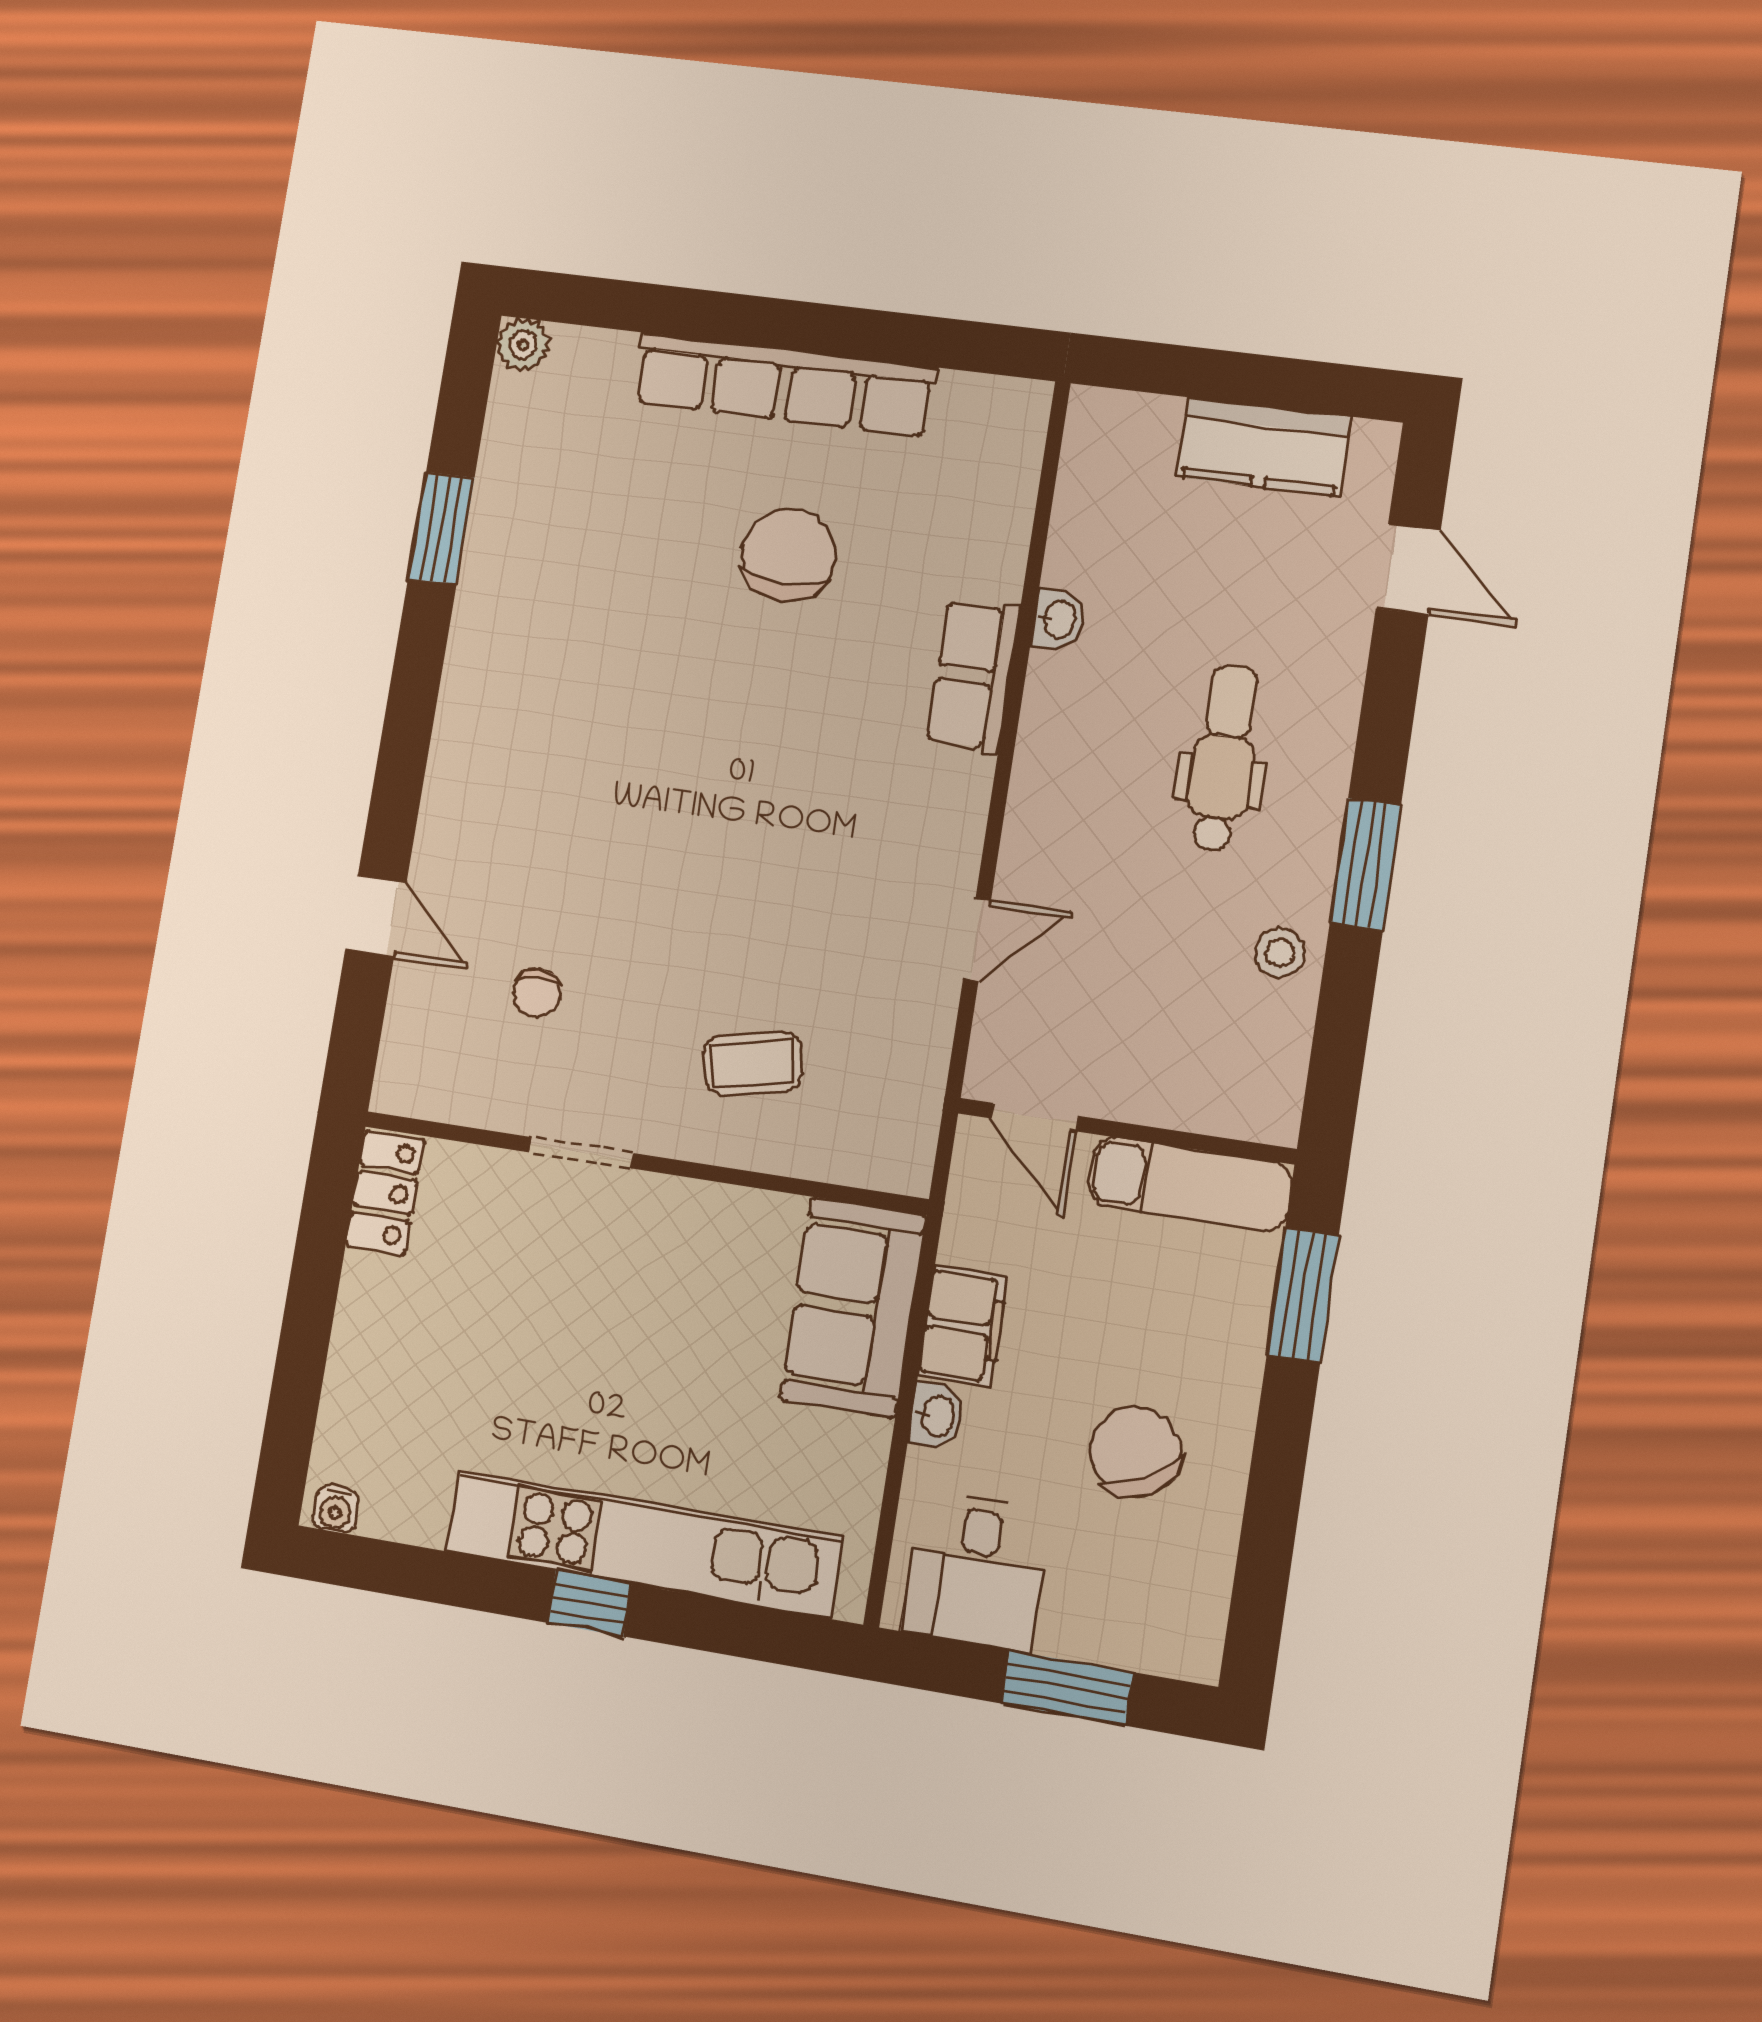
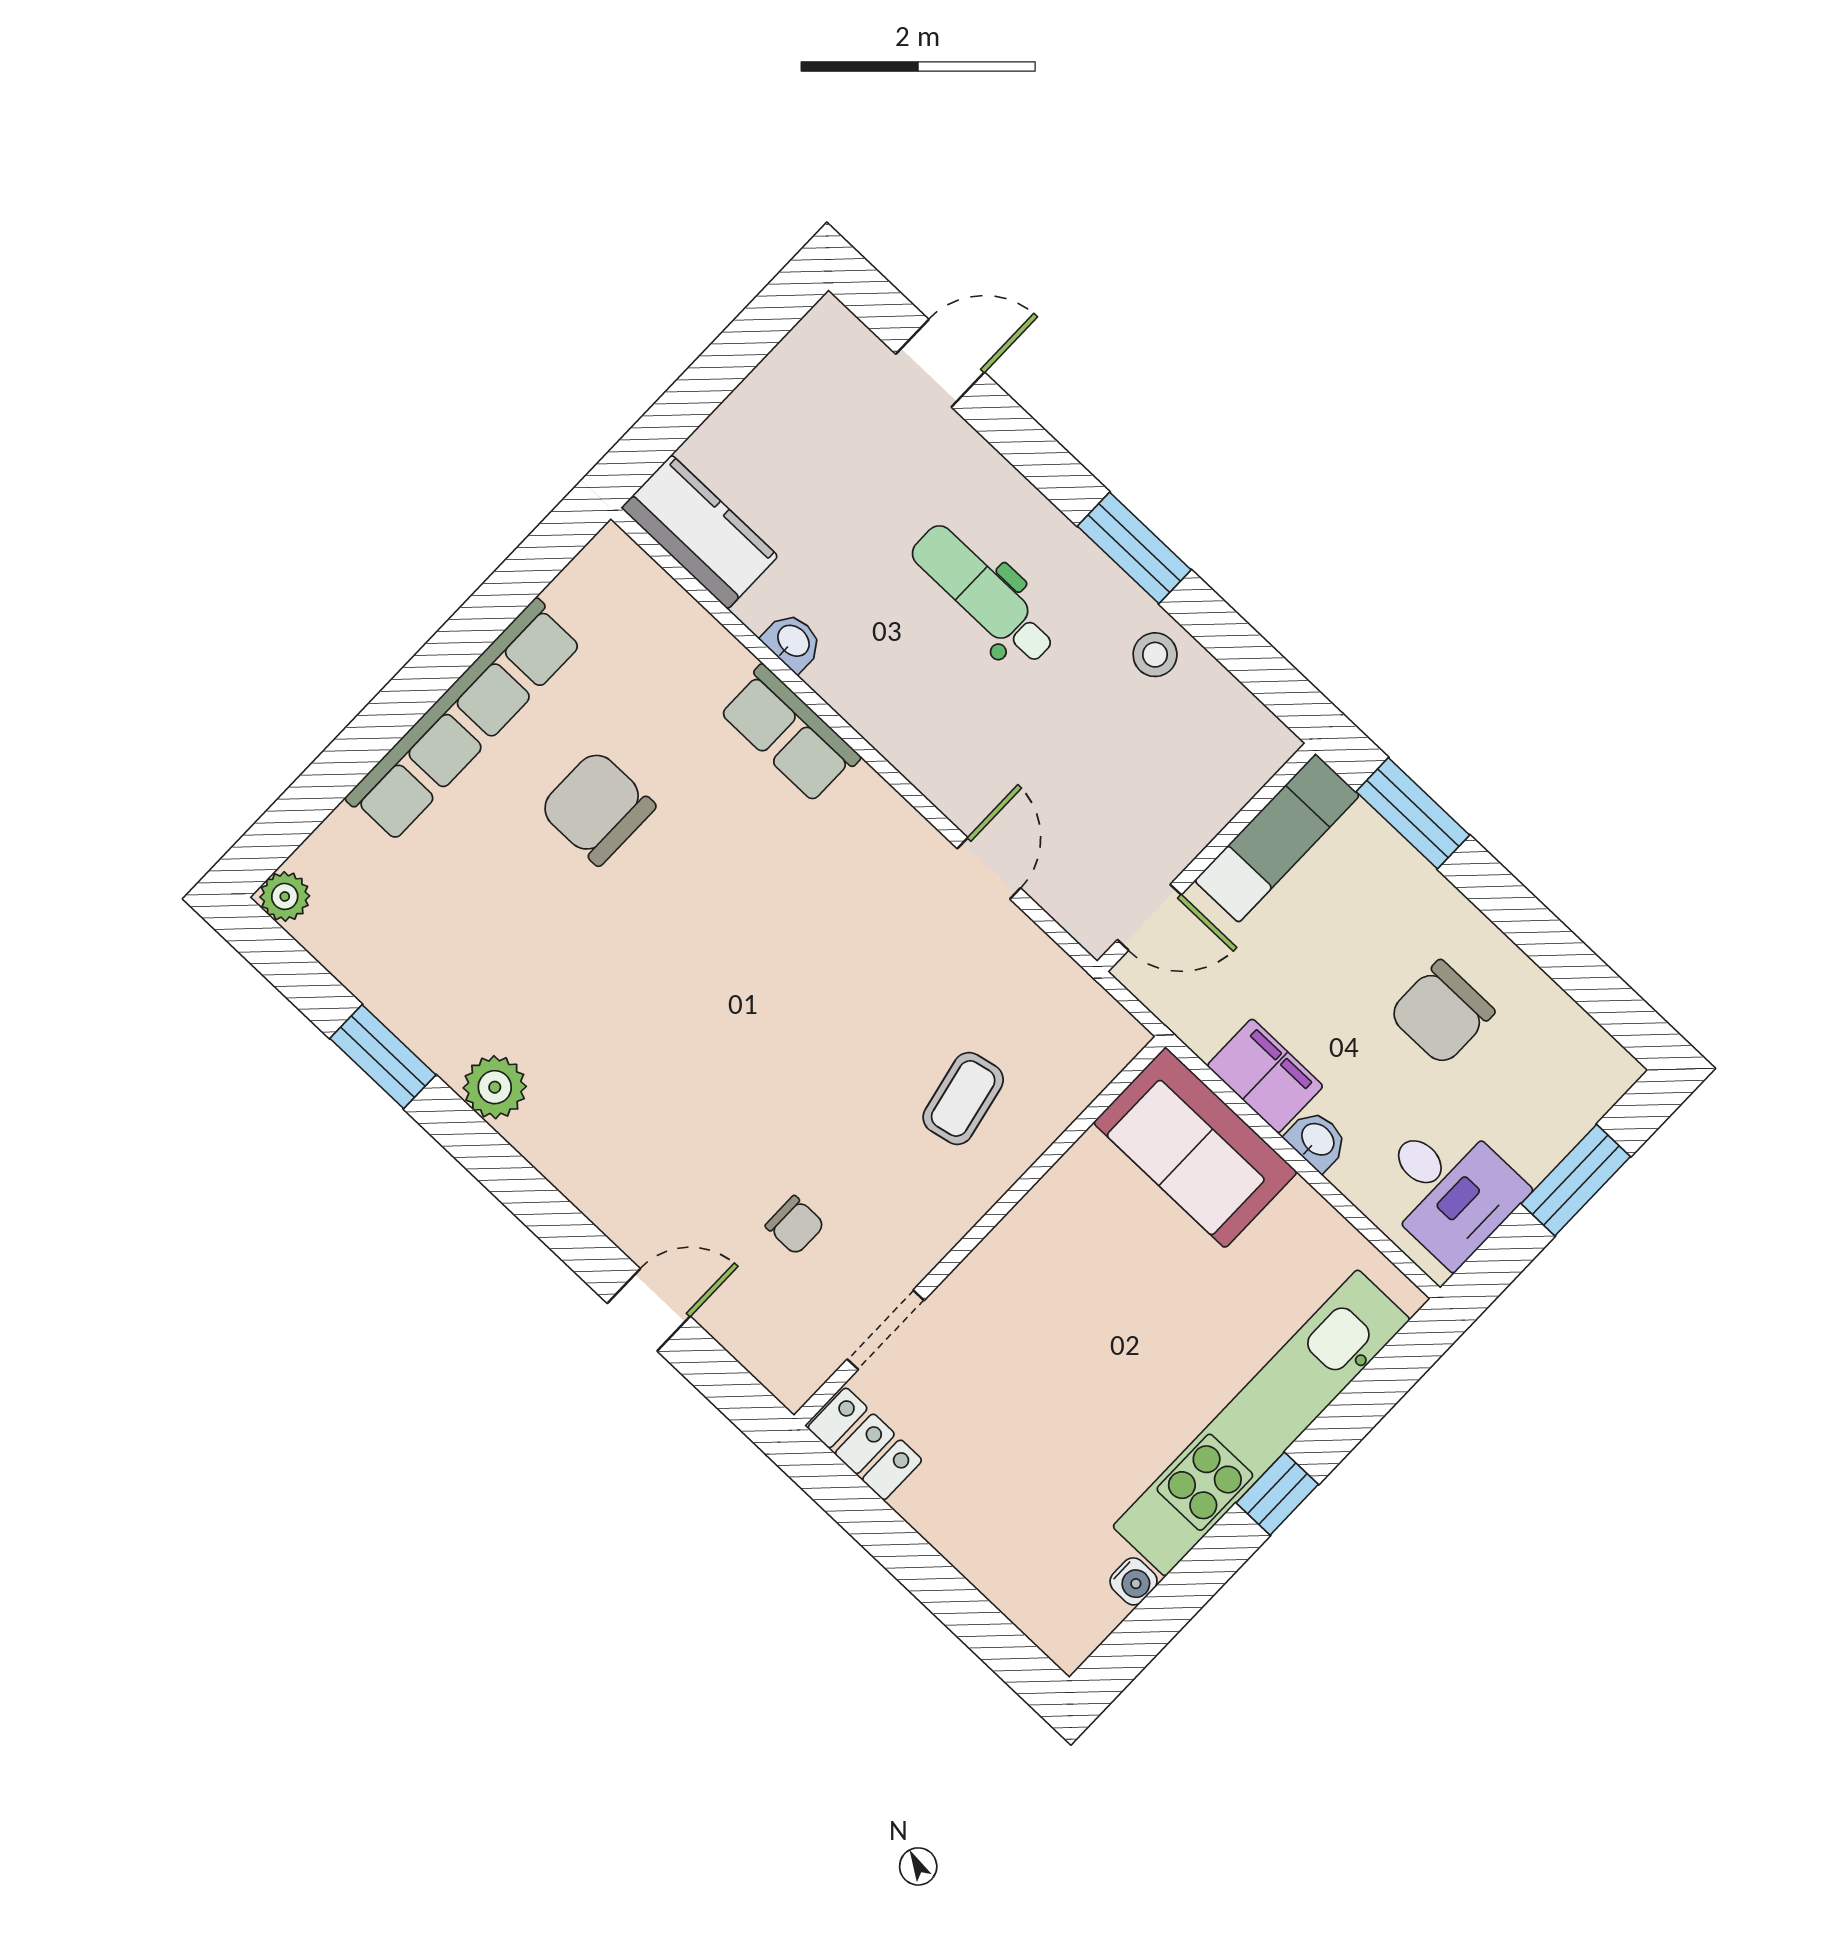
kitchen counter: (1263, 447) -> (699, 532), moved, turned -90
plant: (480, 643) -> (495, 1087), added
doorway: (581, 1153) -> (886, 1330), moved
chair: (1135, 1452) -> (1442, 1013), turned -62
water cooler: (336, 1509) -> (1134, 1581), moved

